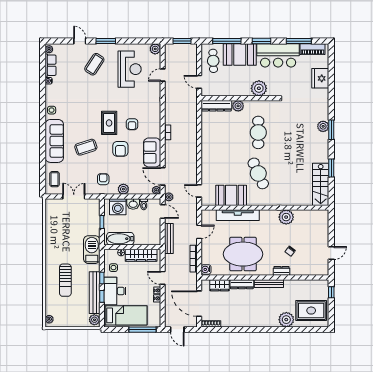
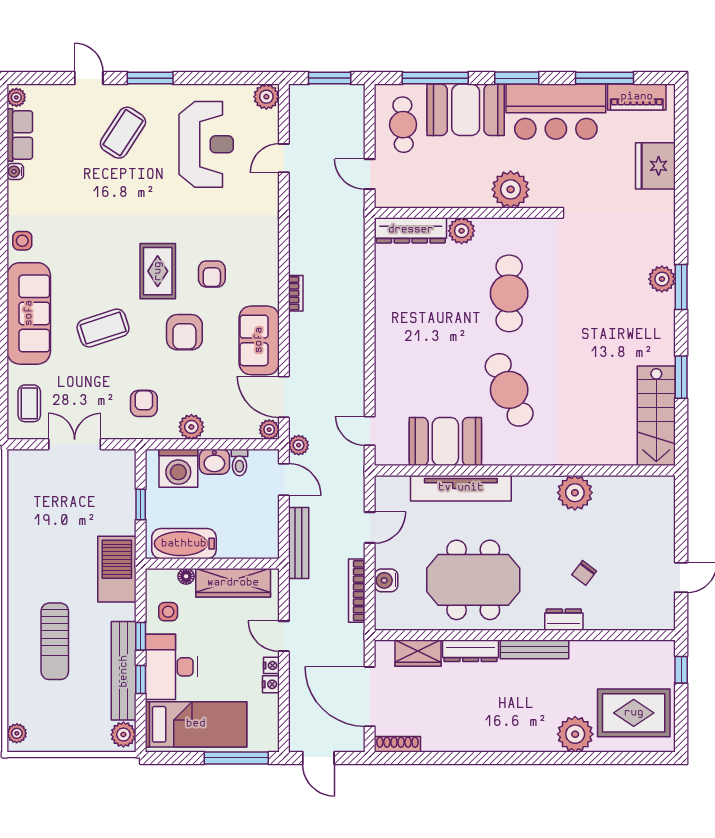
water cooler: (206, 269) -> (386, 580), moved

